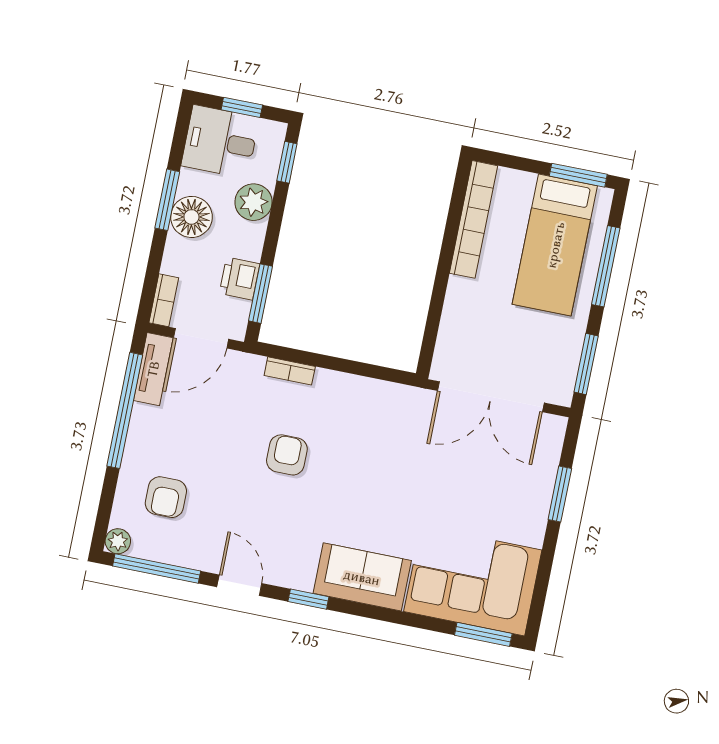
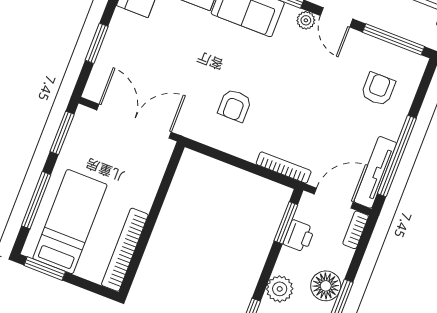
tv unit: (153, 369) -> (375, 172), width x1.41
bookcase: (290, 371) -> (284, 168), width x1.56
armchair: (287, 455) -> (235, 105), moved
plant: (118, 541) -> (306, 20), moved

